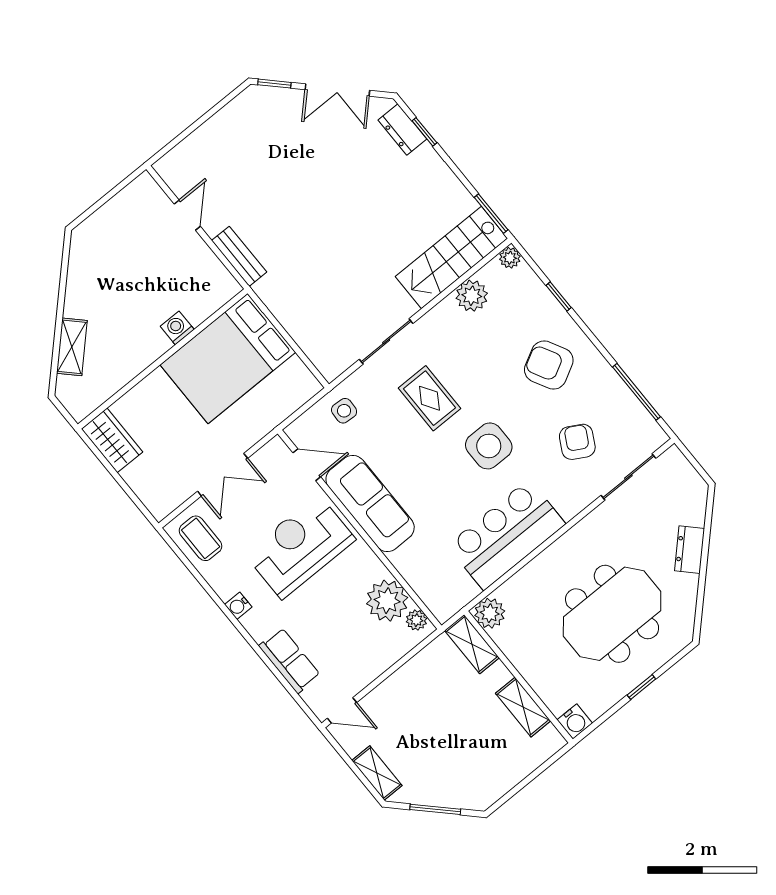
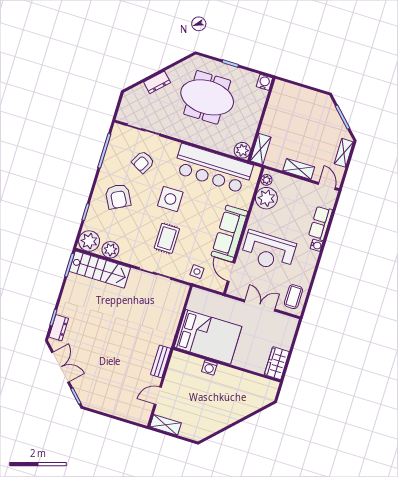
plant: (510, 258) -> (89, 241), width x1.87, depth x1.87
shelving: (72, 347) -> (166, 425), moved, turned 45
bar counter: (506, 535) -> (213, 169), width x1.36
water cooler: (238, 606) -> (316, 245), moved
shelving: (523, 707) -> (299, 169), moved, turned 90

